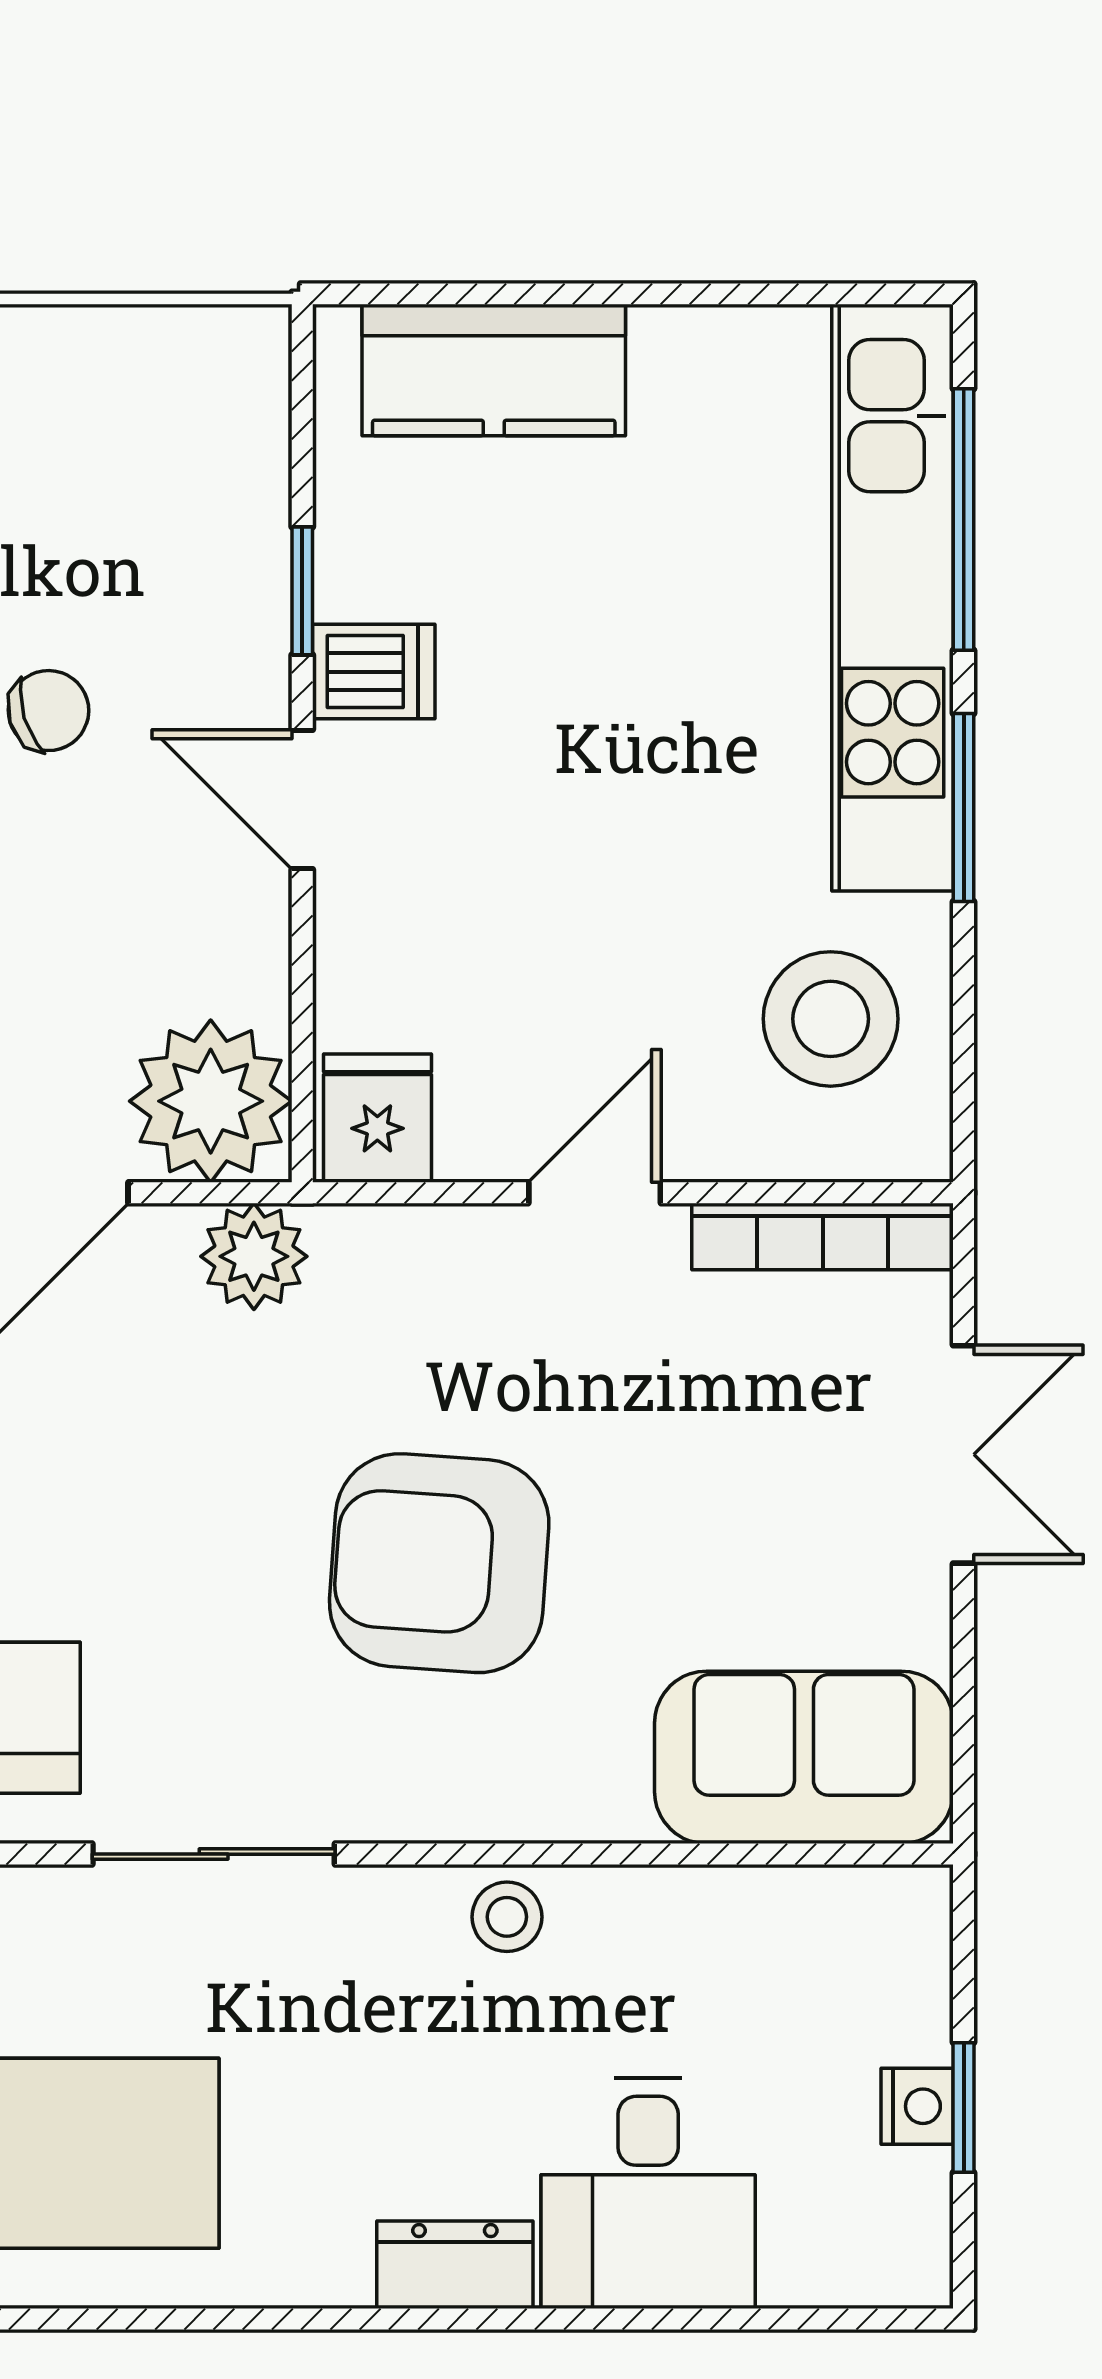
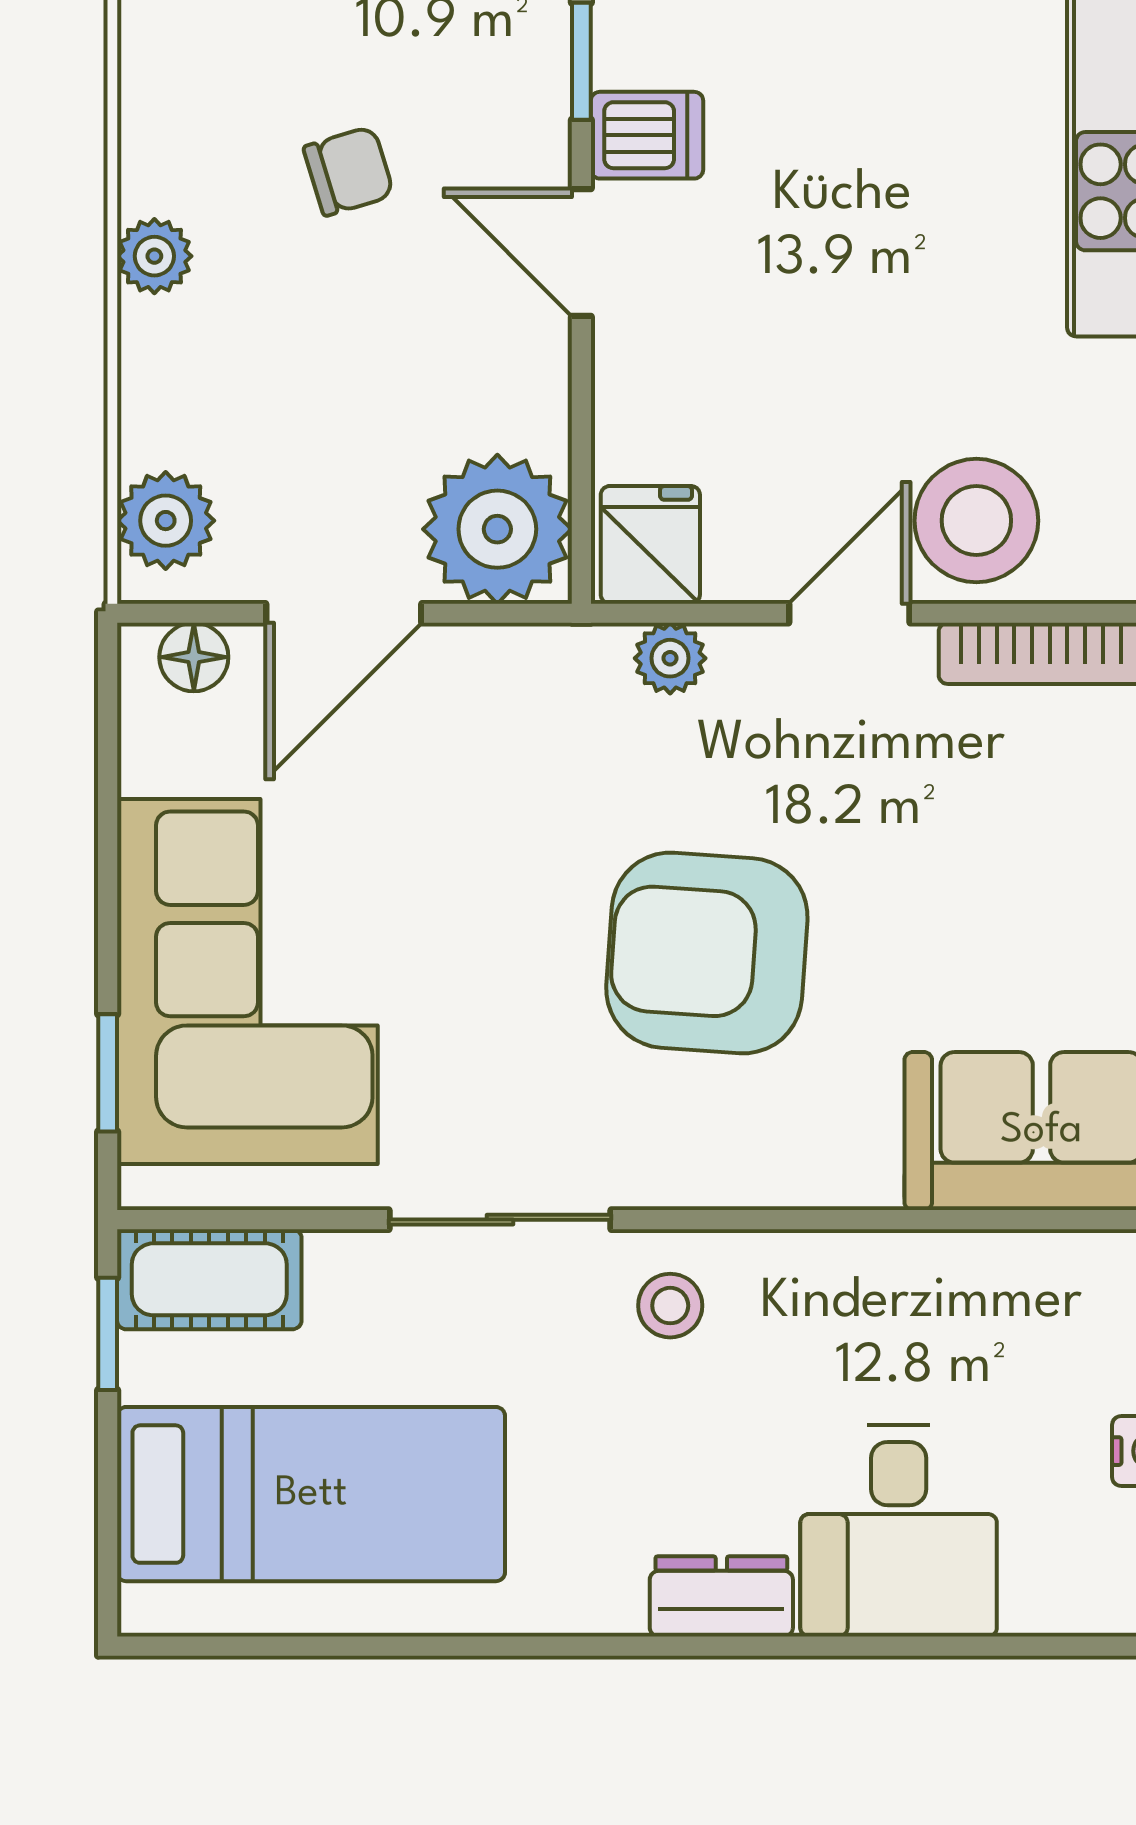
stool: (831, 1019) -> (976, 521), moved
plant: (254, 1256) -> (670, 658), moved, width x0.73, depth x0.73
stool: (507, 1917) -> (670, 1306), moved

